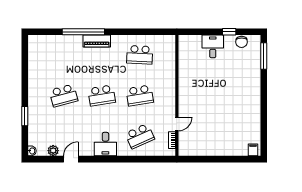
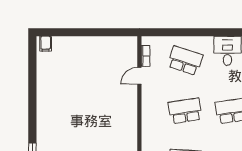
school desk: (140, 136) -> (185, 61), turned 42

